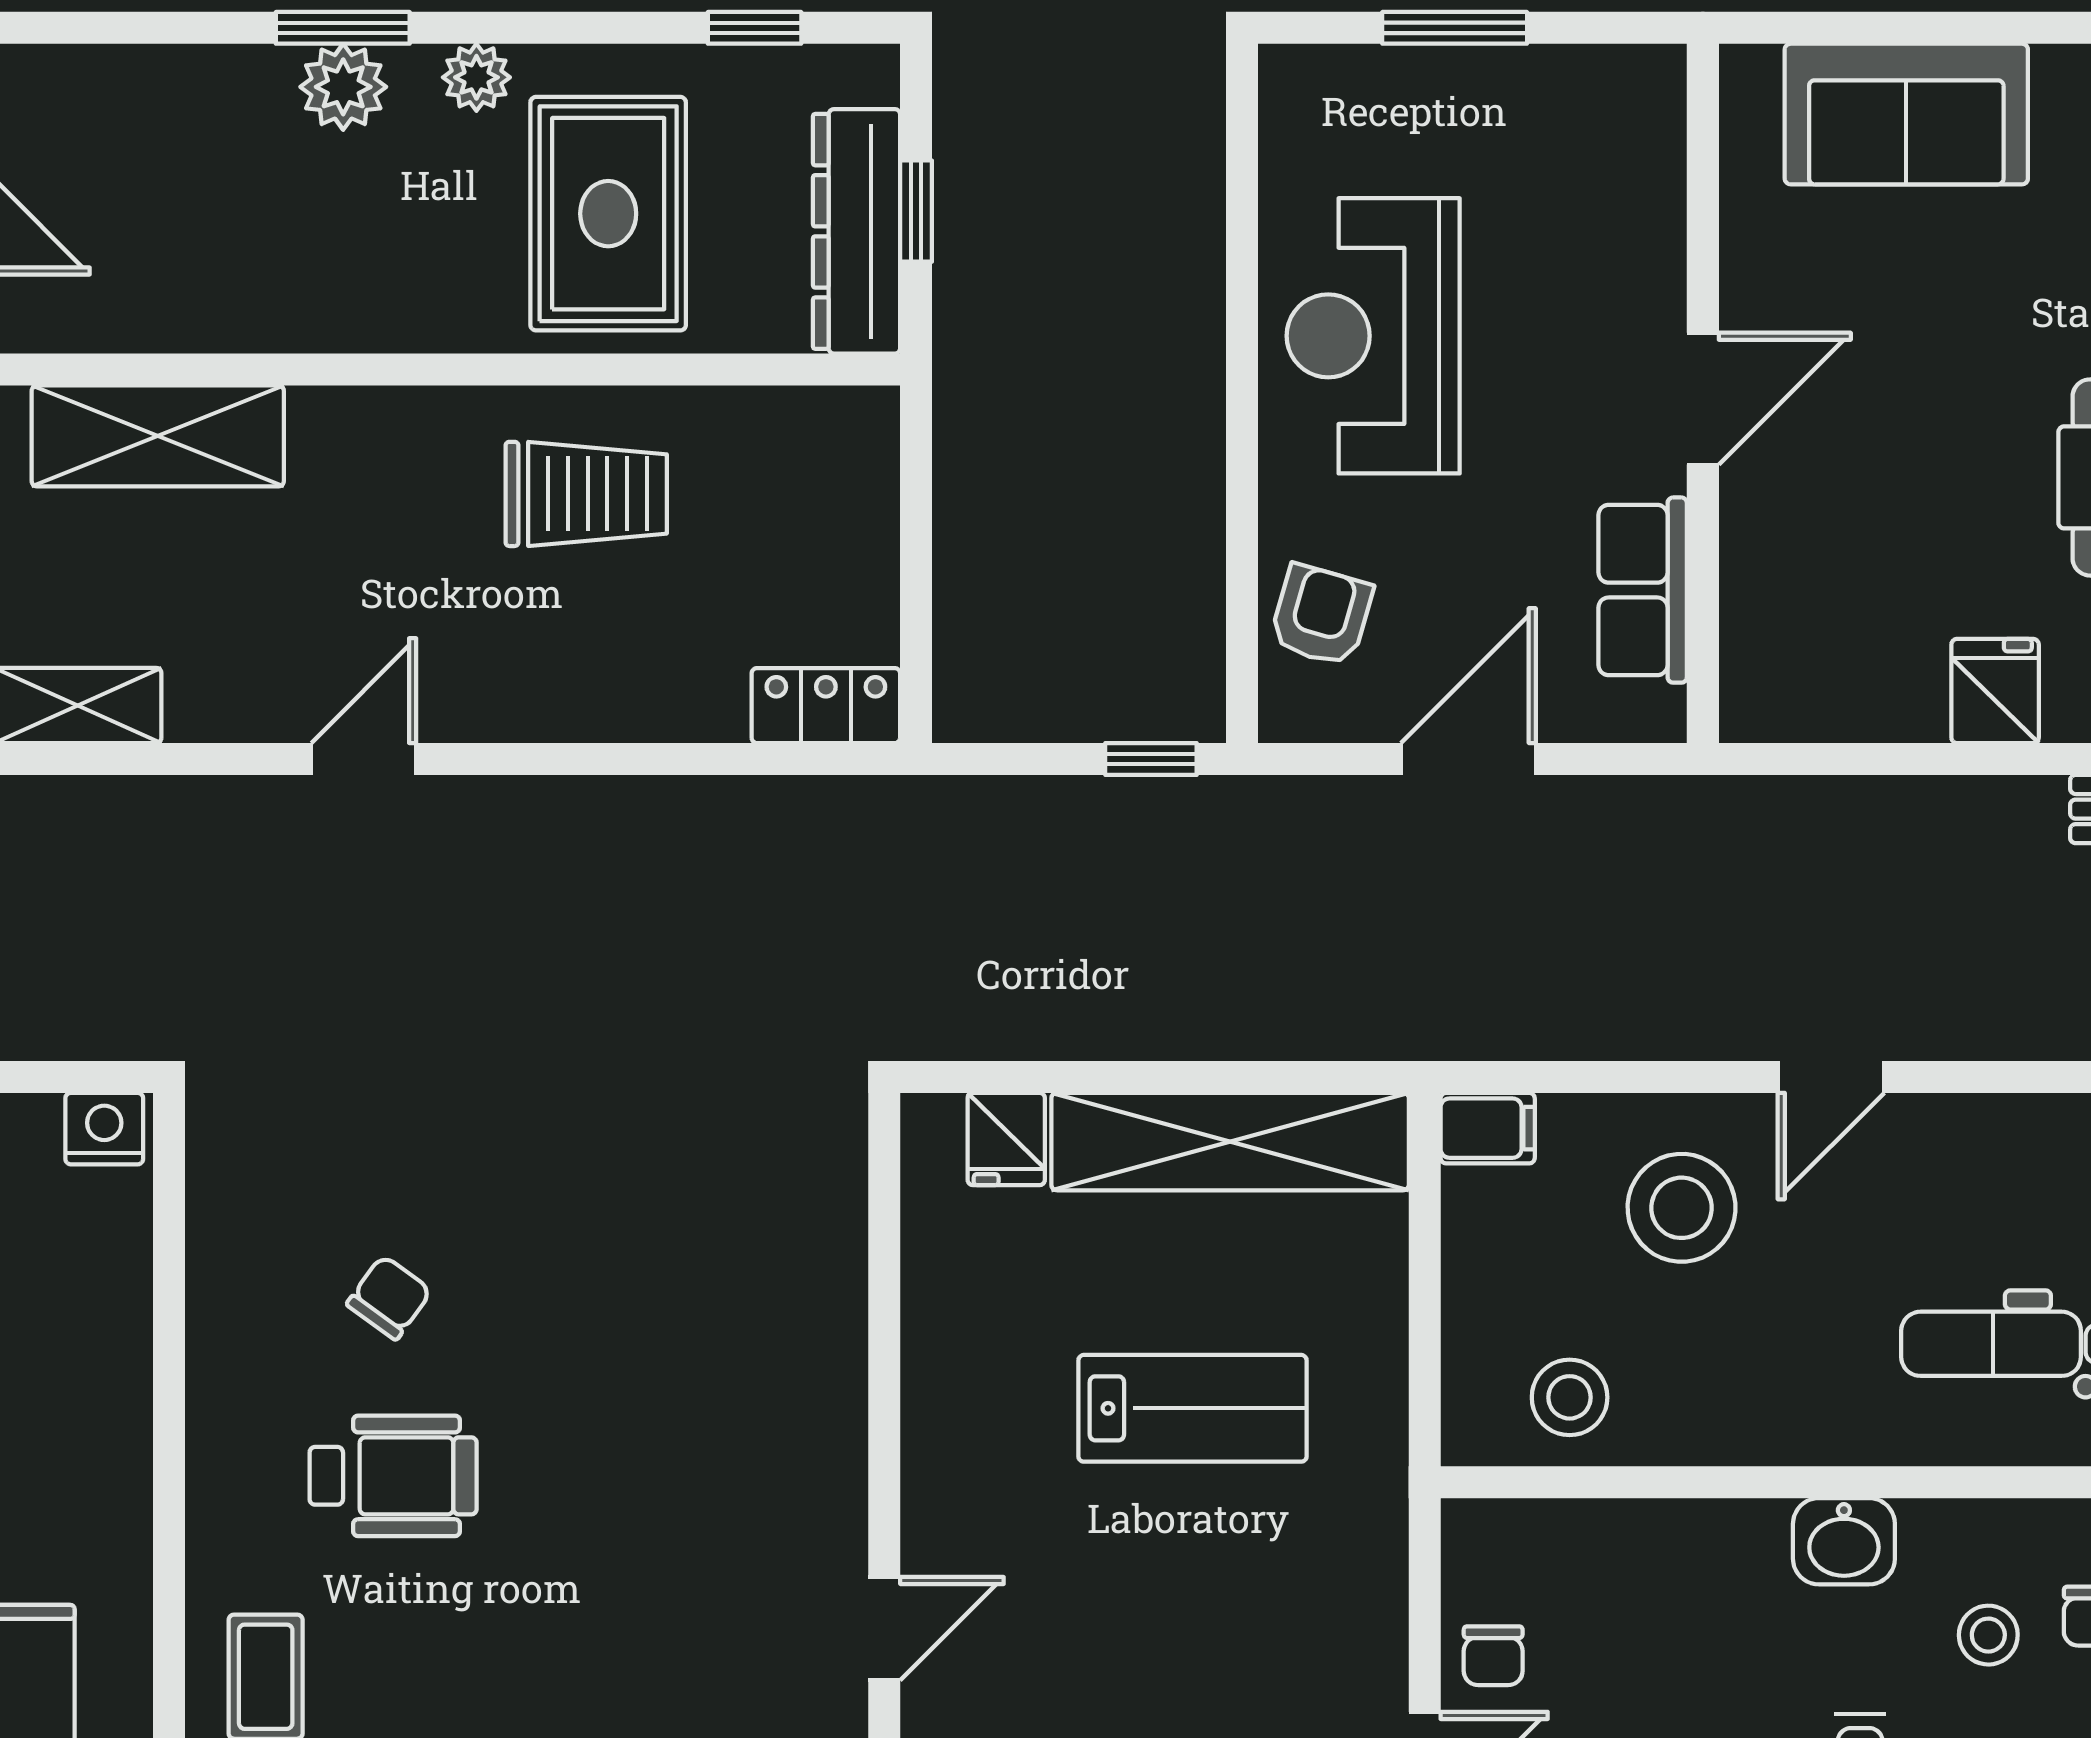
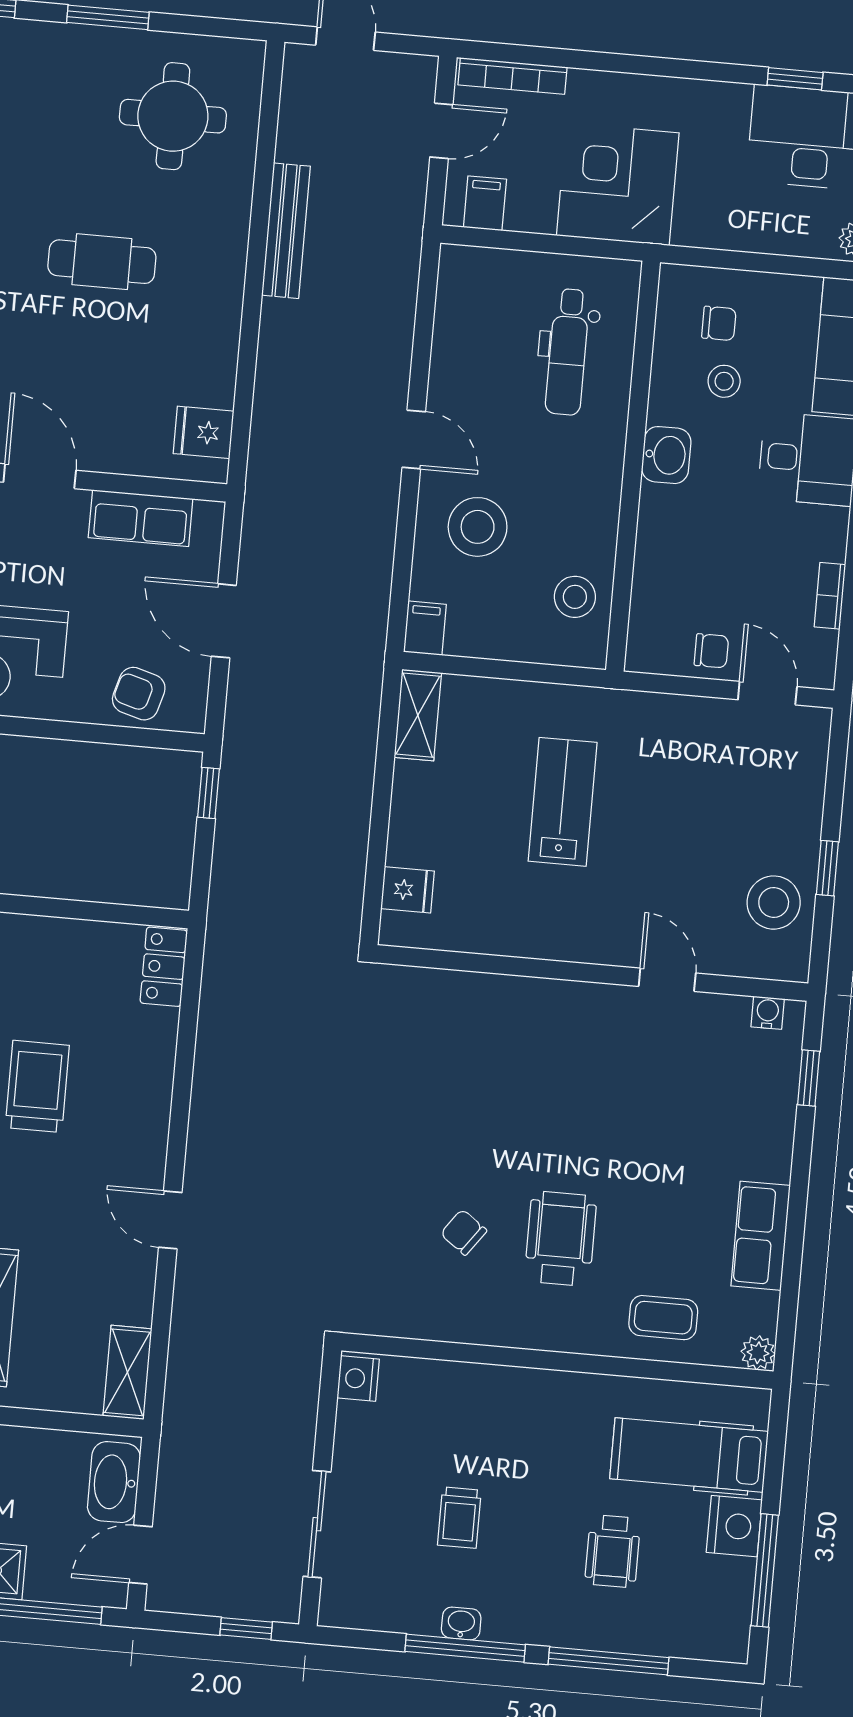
fridge: (1995, 691) -> (203, 432), moved
shelving: (1230, 1142) -> (418, 715), width x0.45, depth x0.75

